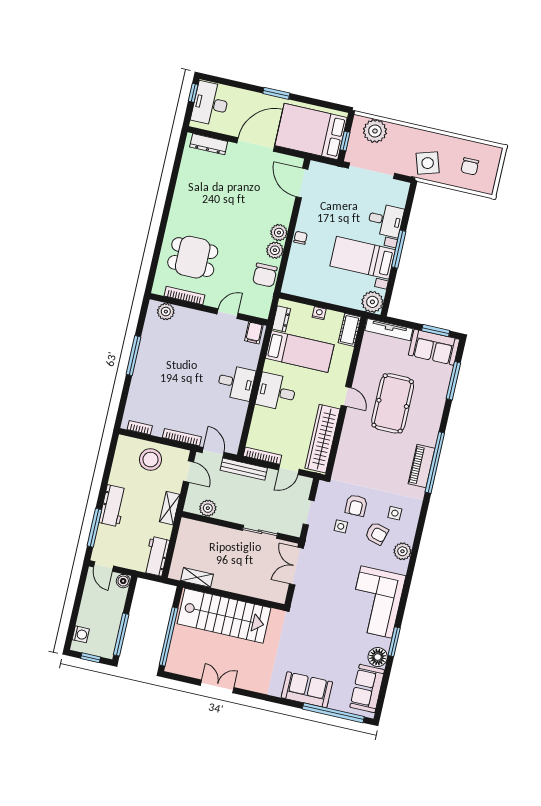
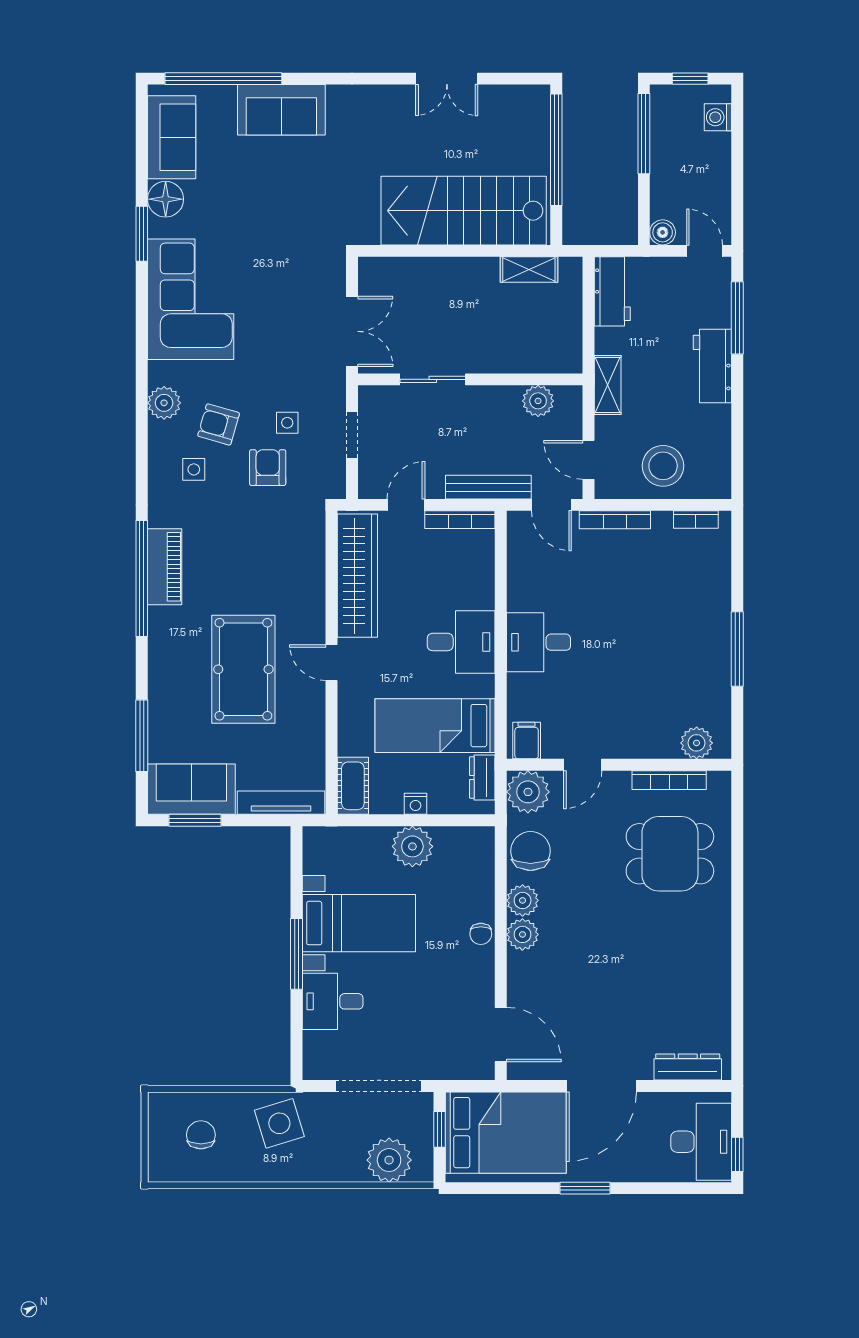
plant: (372, 302) -> (412, 846), moved
plant: (259, 306) -> (528, 792), added

